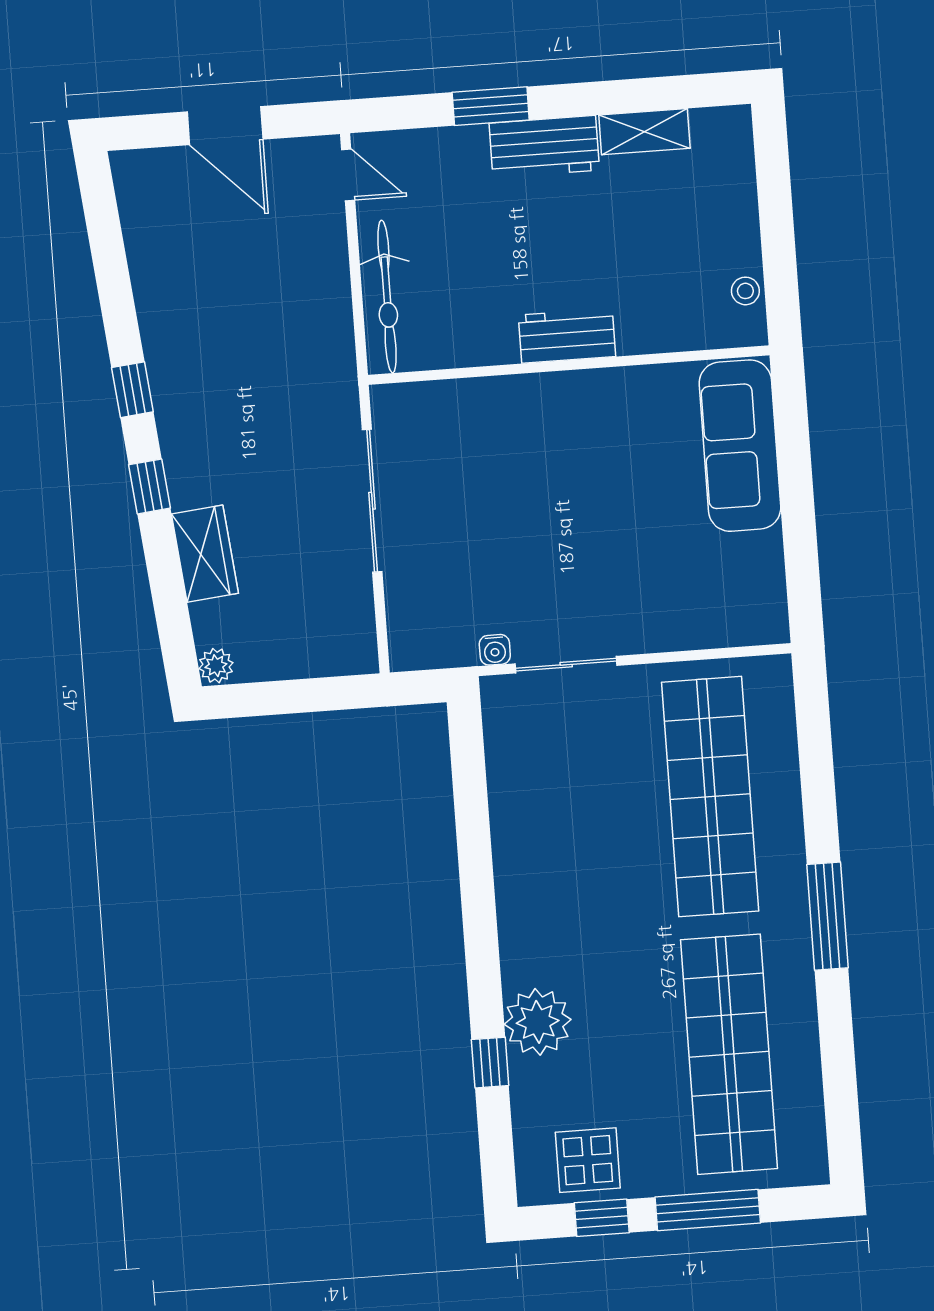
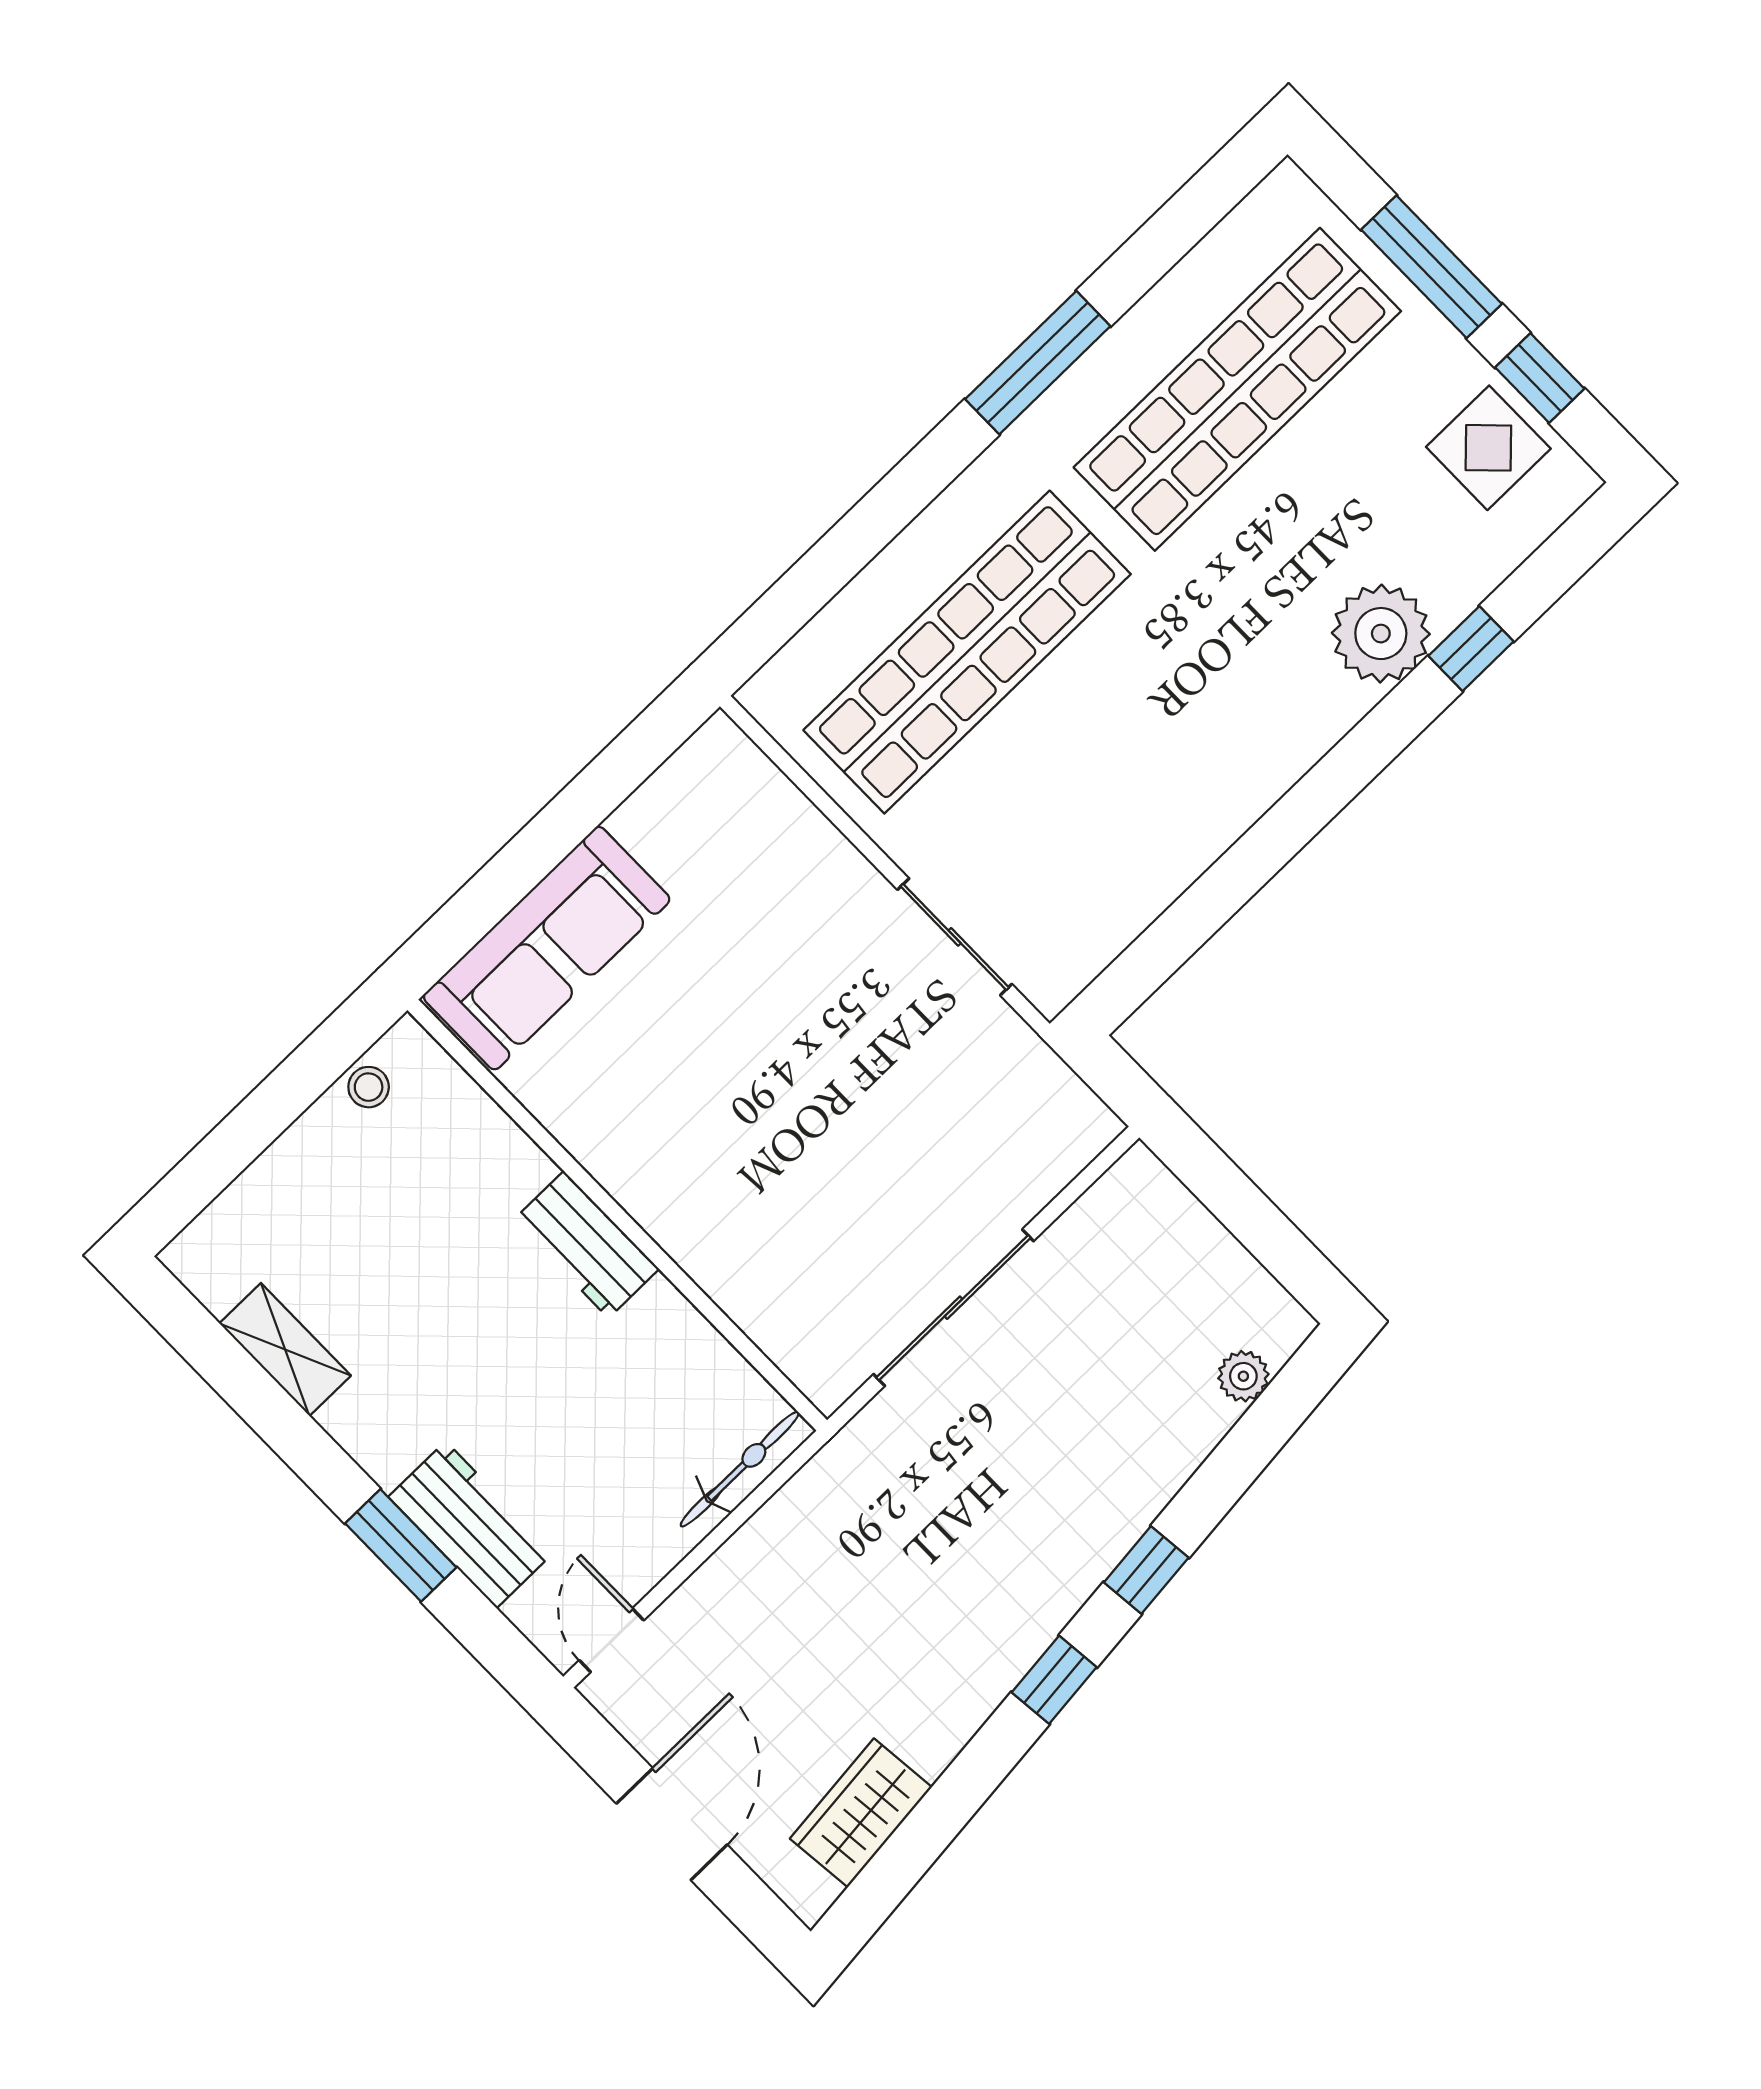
workbench: (544, 147) -> (471, 1525), moved
bicycle: (387, 297) -> (740, 1469), width x0.73, depth x0.71
wardrobe: (205, 554) -> (861, 1813), moved
water cooler: (495, 650) -> (1005, 1031), removed
plant: (216, 666) -> (1243, 1376), moved
window: (828, 916) -> (1038, 363), moved

